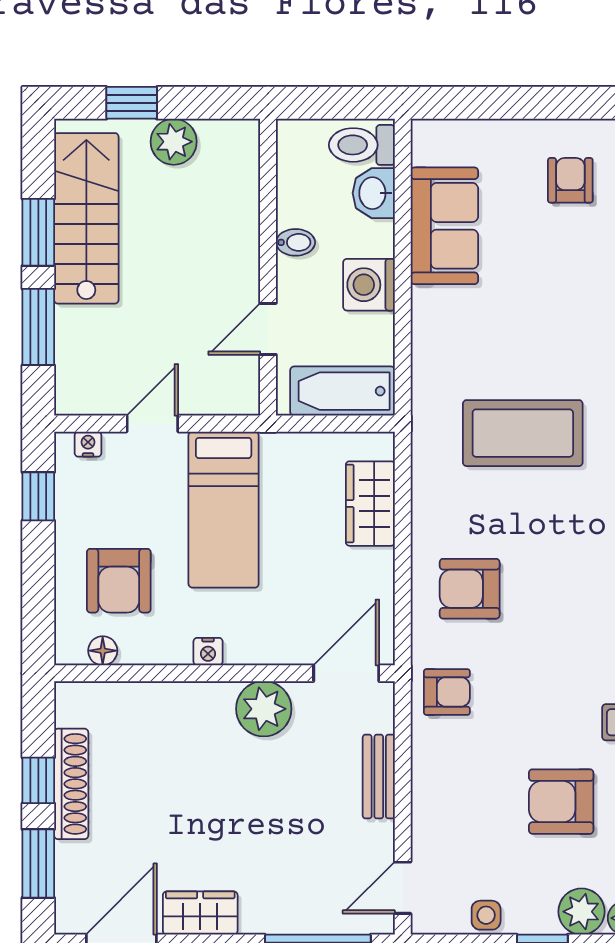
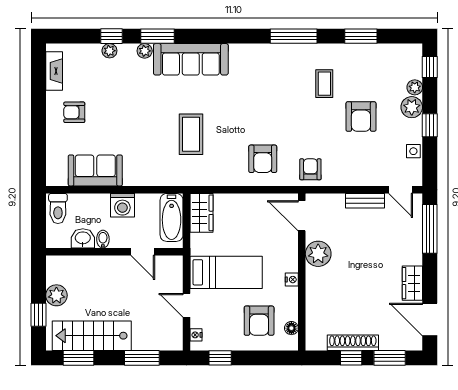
washbasin: (374, 193) -> (83, 238), moved, turned 180
window: (38, 232) -> (78, 358), moved
coffee table: (523, 433) -> (191, 134), width x0.73, depth x0.76
wardrobe: (370, 504) -> (202, 213), moved, turned -90
armchair: (119, 581) -> (259, 321), turned 90
bench: (379, 777) -> (365, 201), moved

